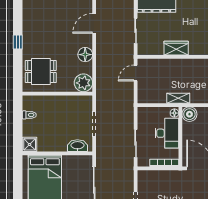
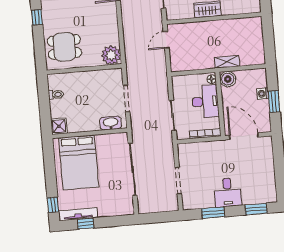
floor lamp: (85, 55) -> (110, 25), removed
shelving: (178, 98) -> (227, 62), moved

